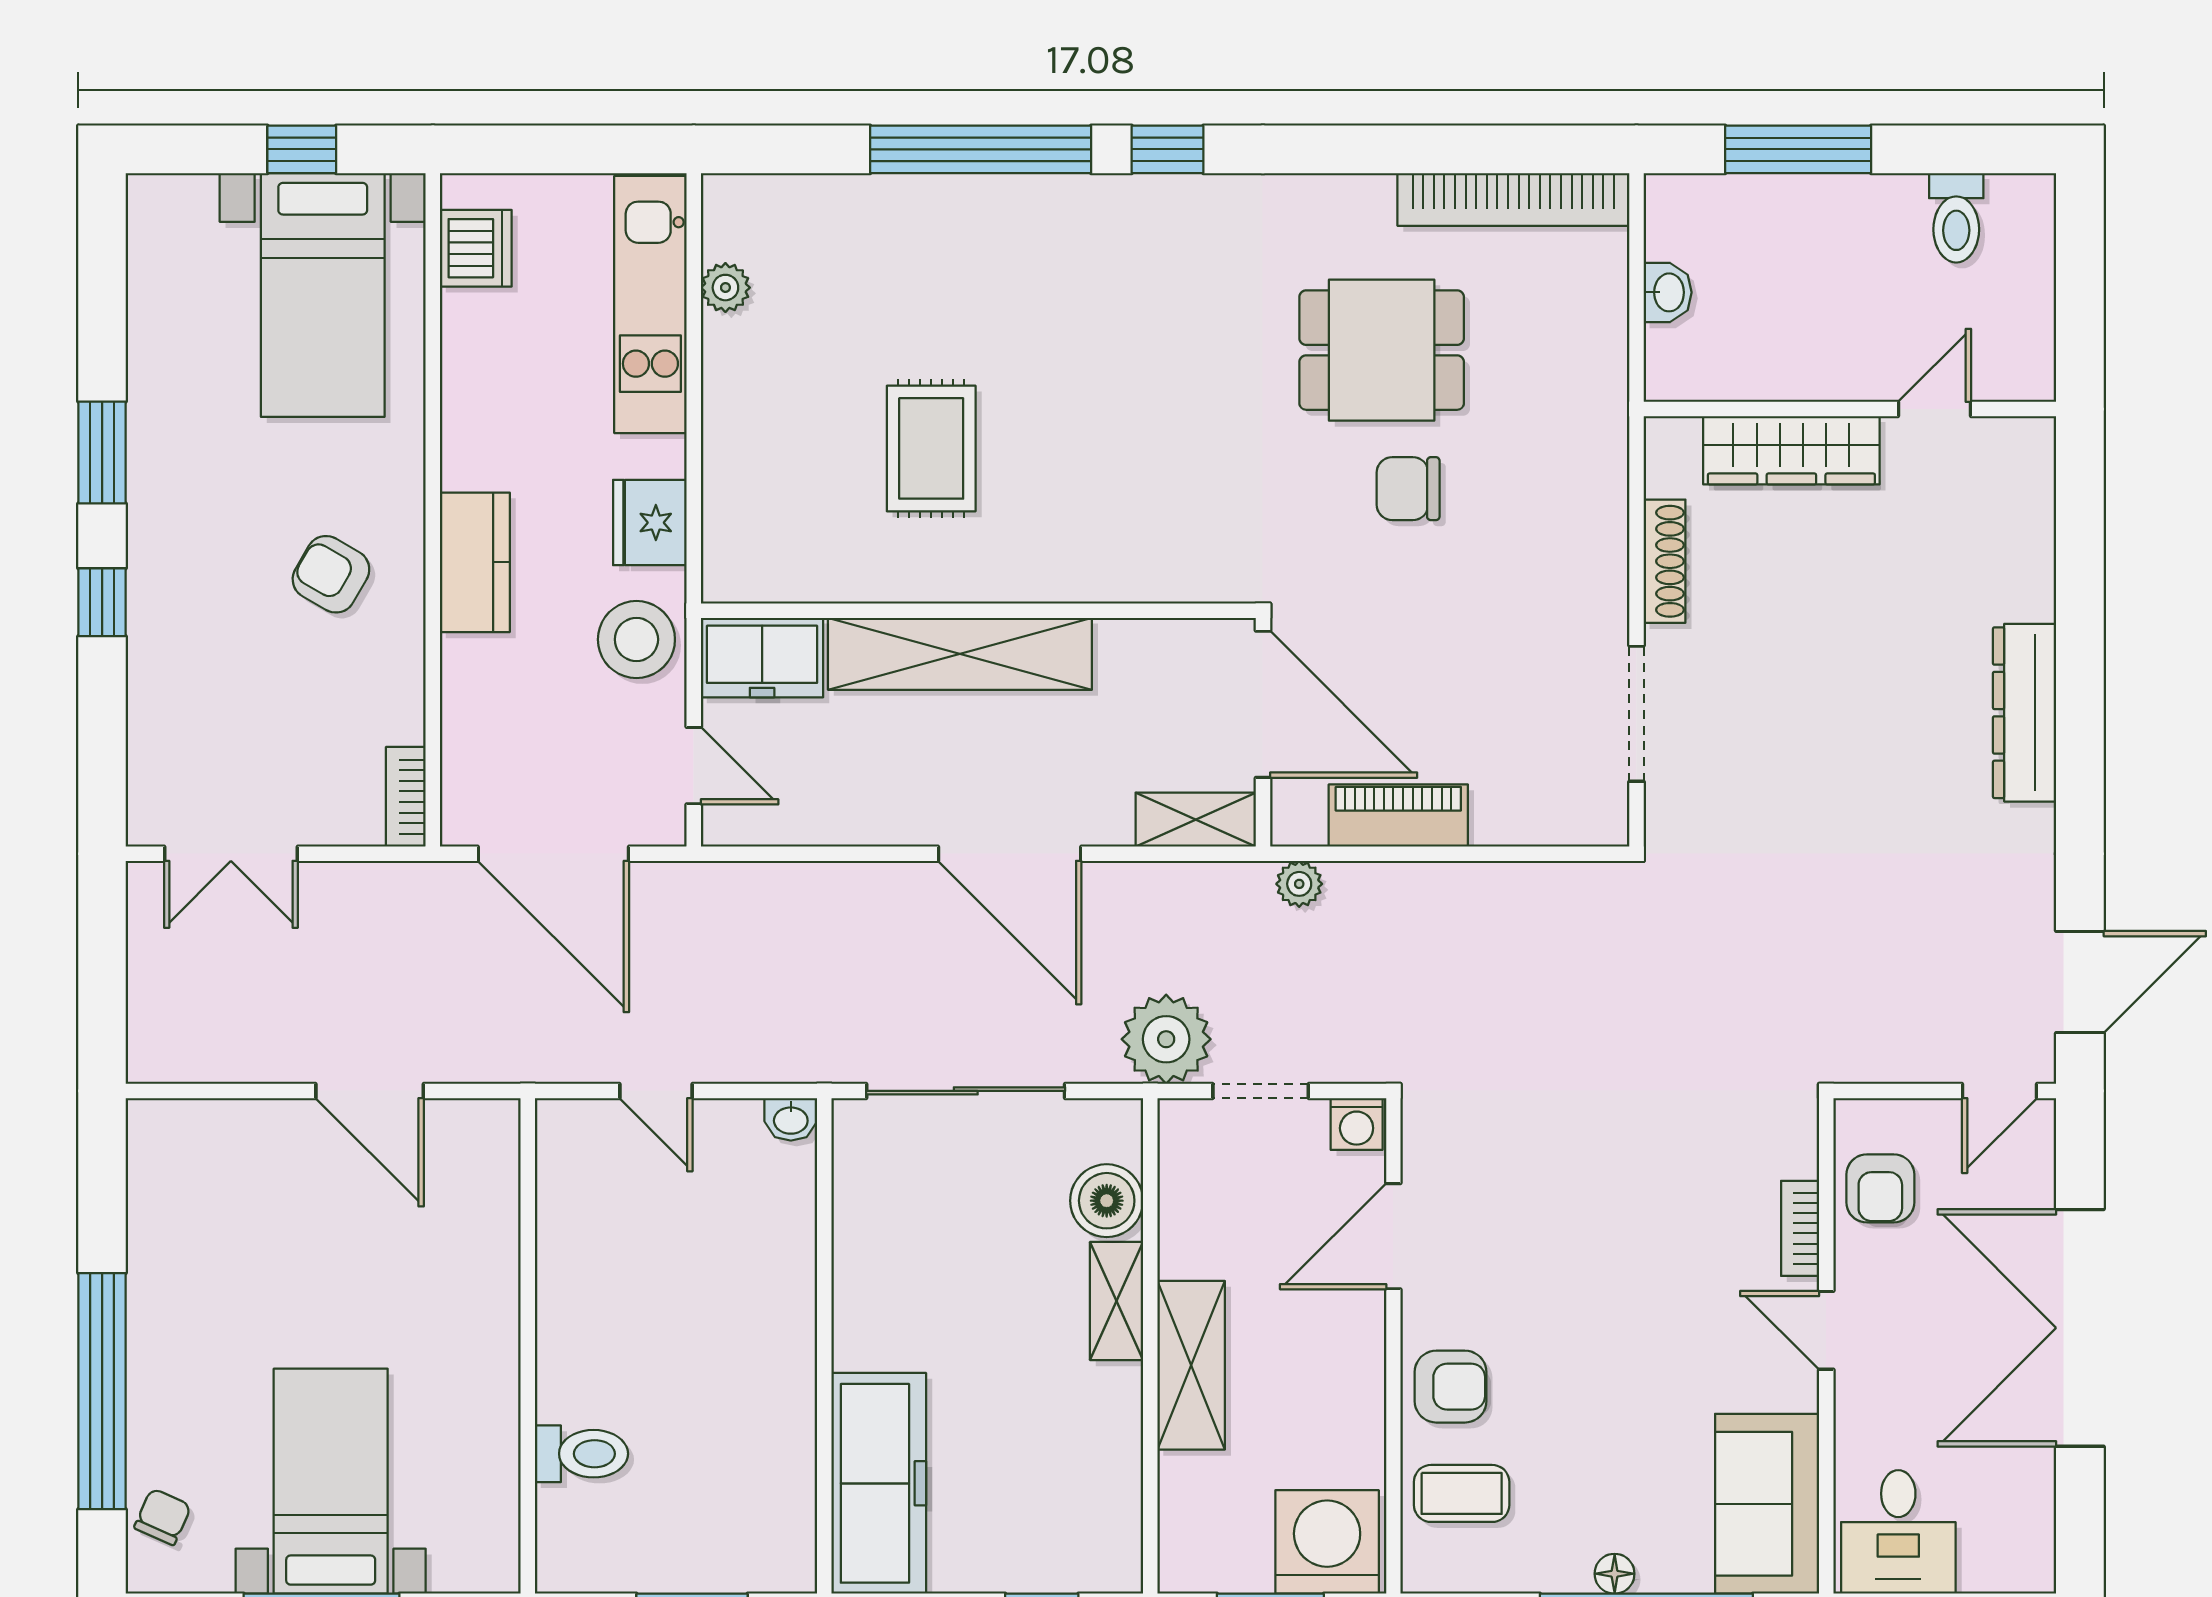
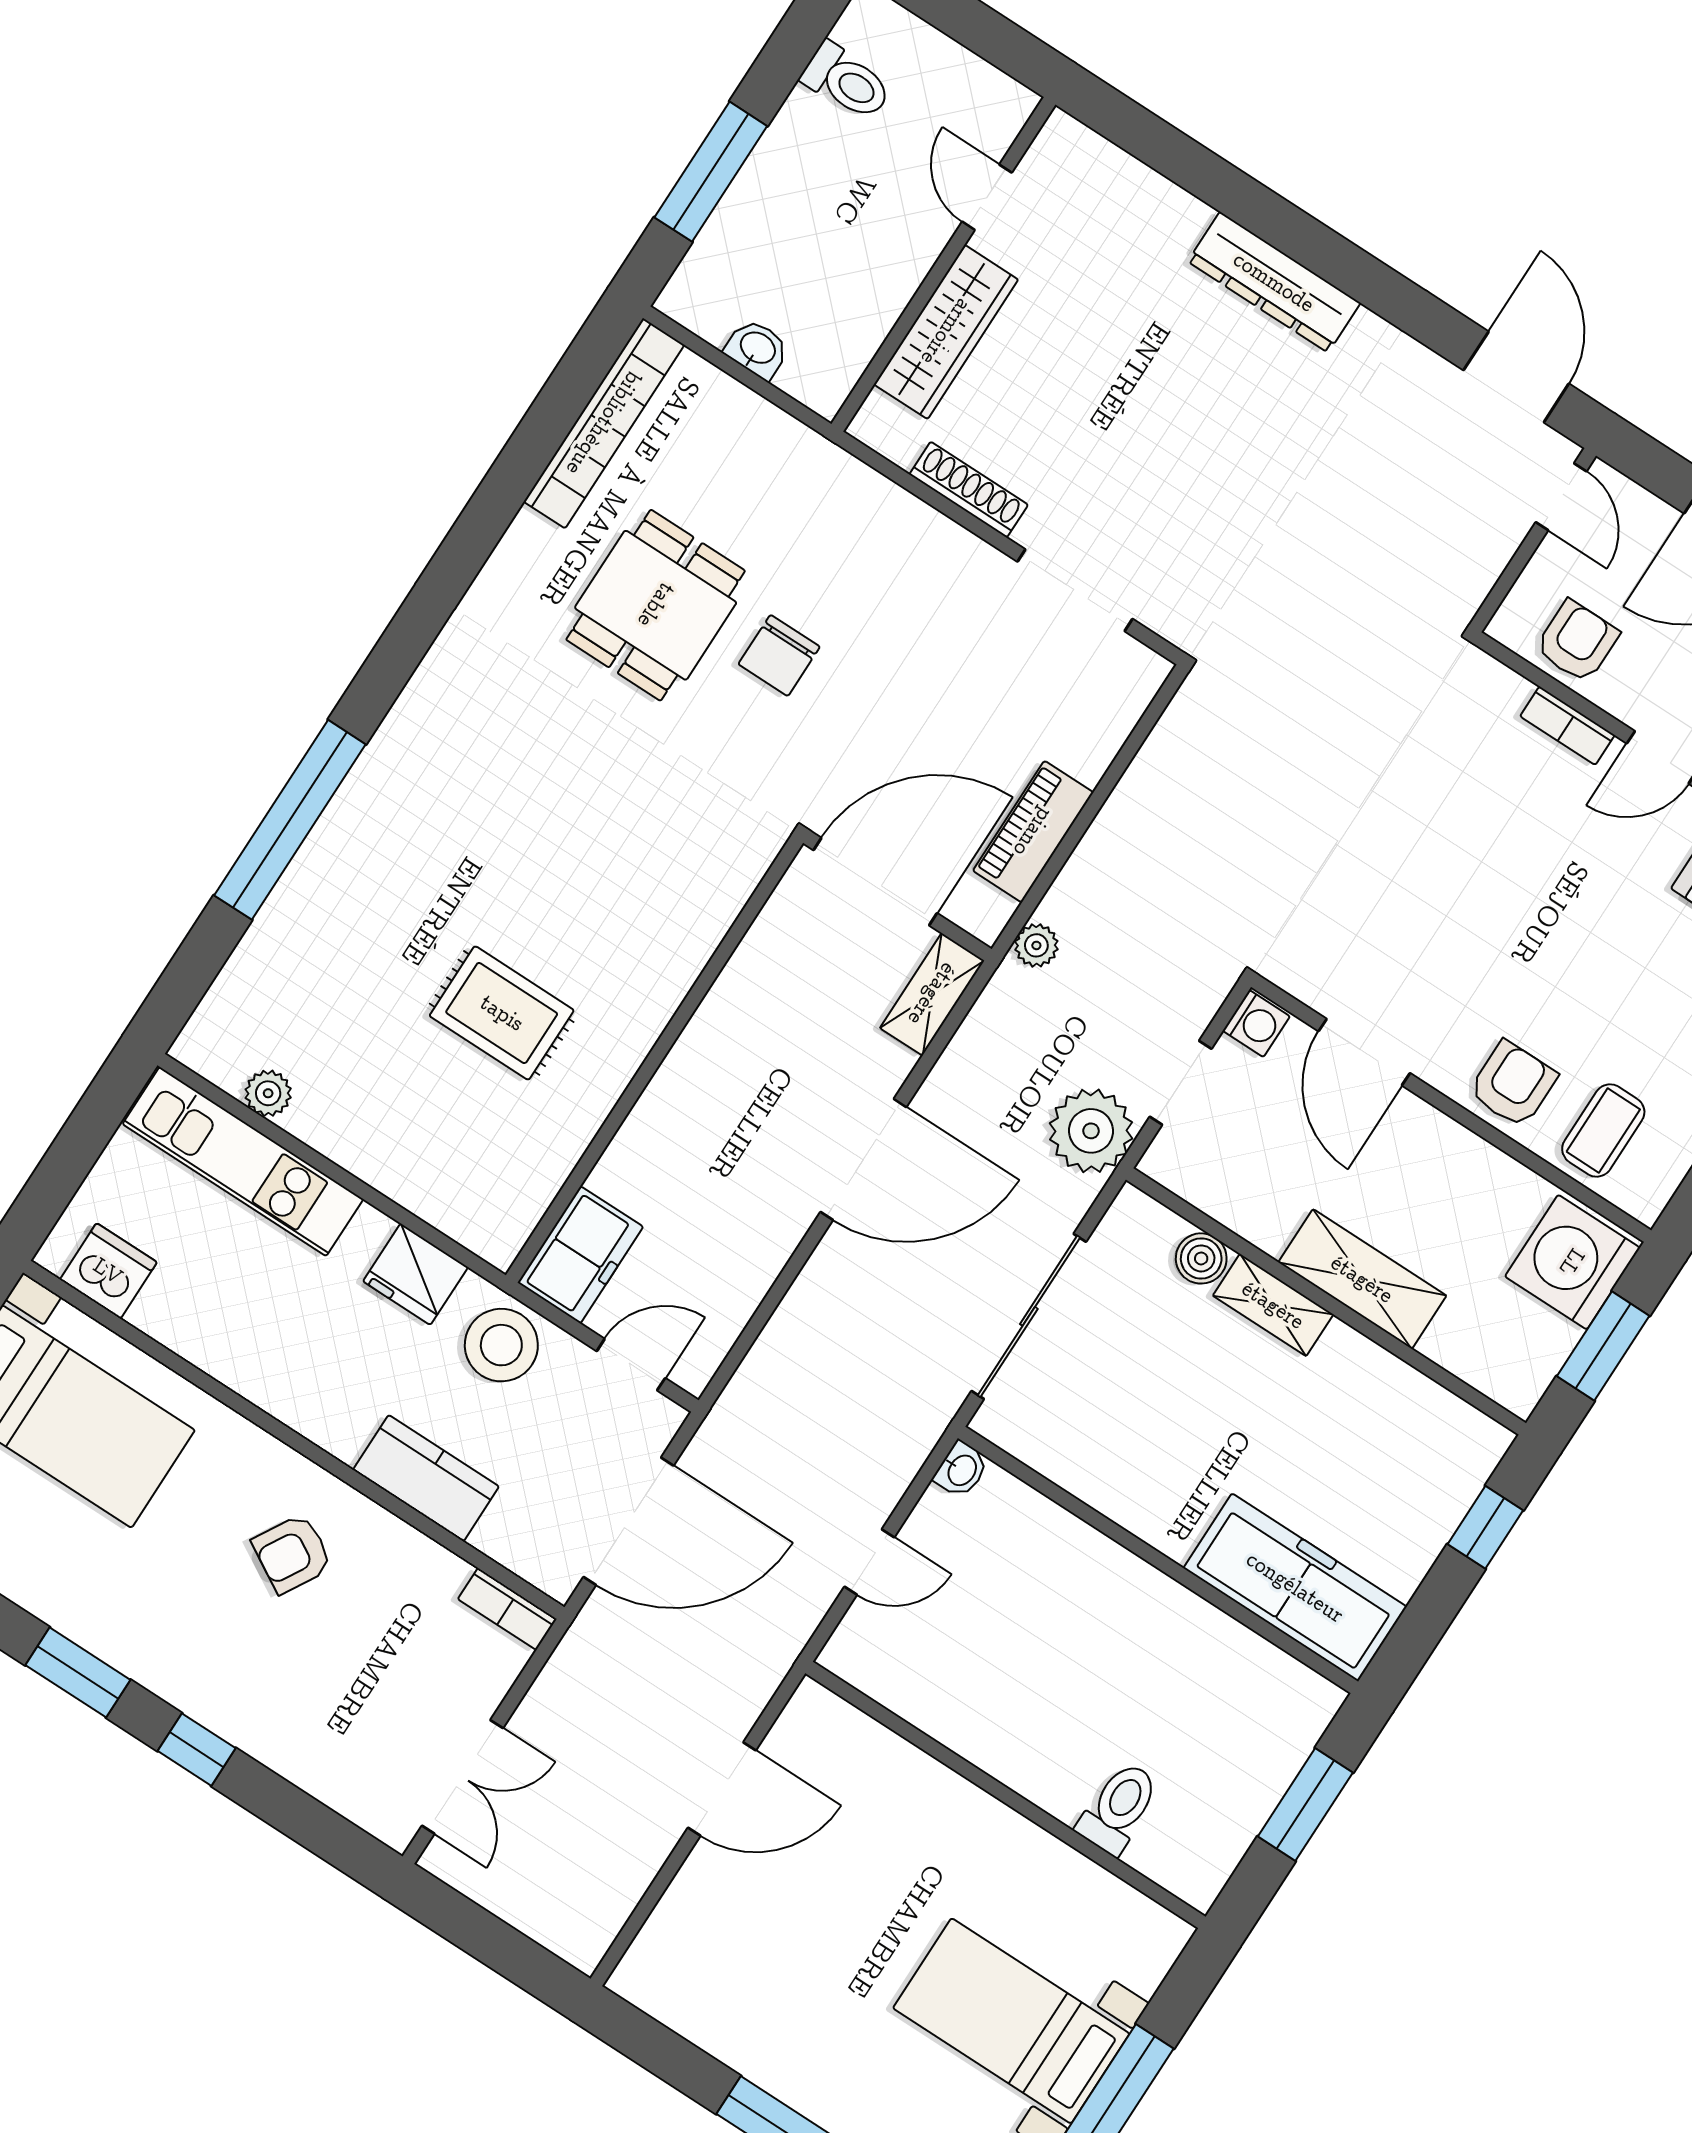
window: (1167, 149) -> (386, 672), removed
kitchen counter: (475, 562) -> (426, 1478), moved
shelving: (960, 654) -> (679, 1096), removed
armchair: (1880, 1188) -> (1577, 641), turned -90
boiler: (1107, 1201) -> (1201, 1258), width x0.73, depth x0.73

